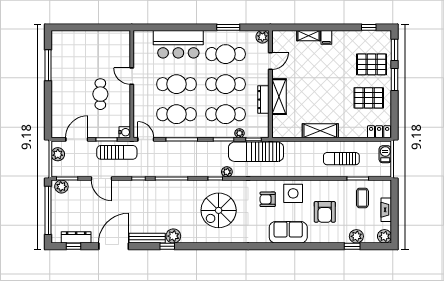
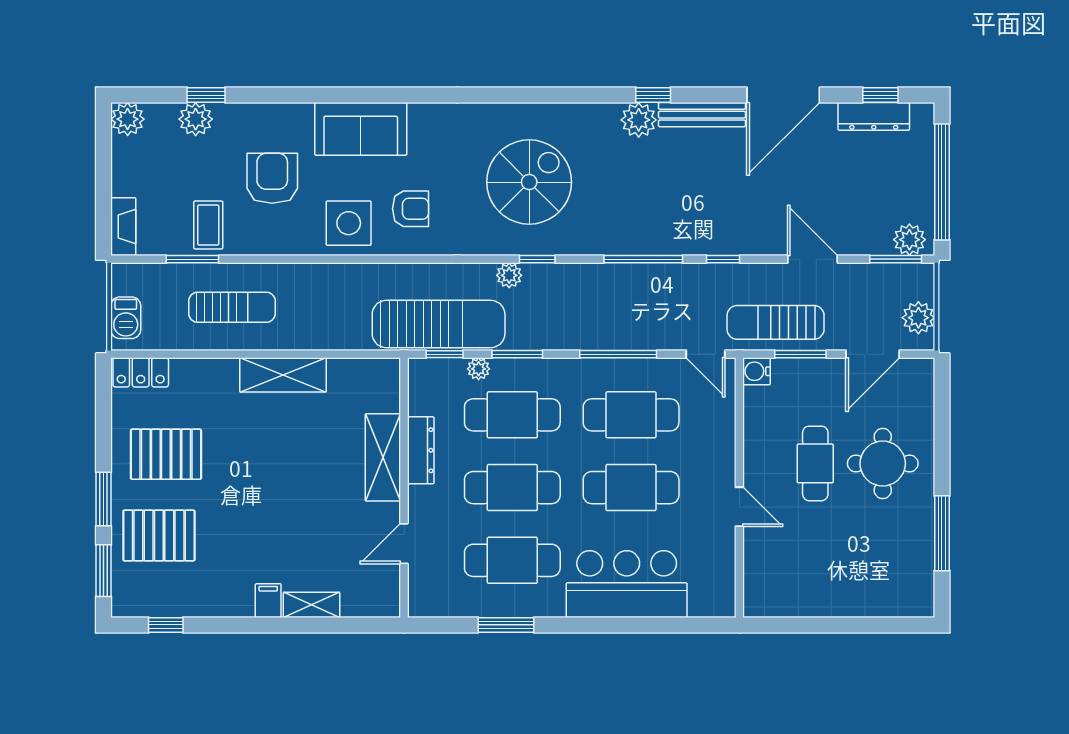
plant: (262, 37) -> (423, 602), removed
round table: (73, 94) -> (883, 464), added
coffee table: (362, 198) -> (208, 225), moved
fireplace: (386, 210) -> (123, 227), moved

